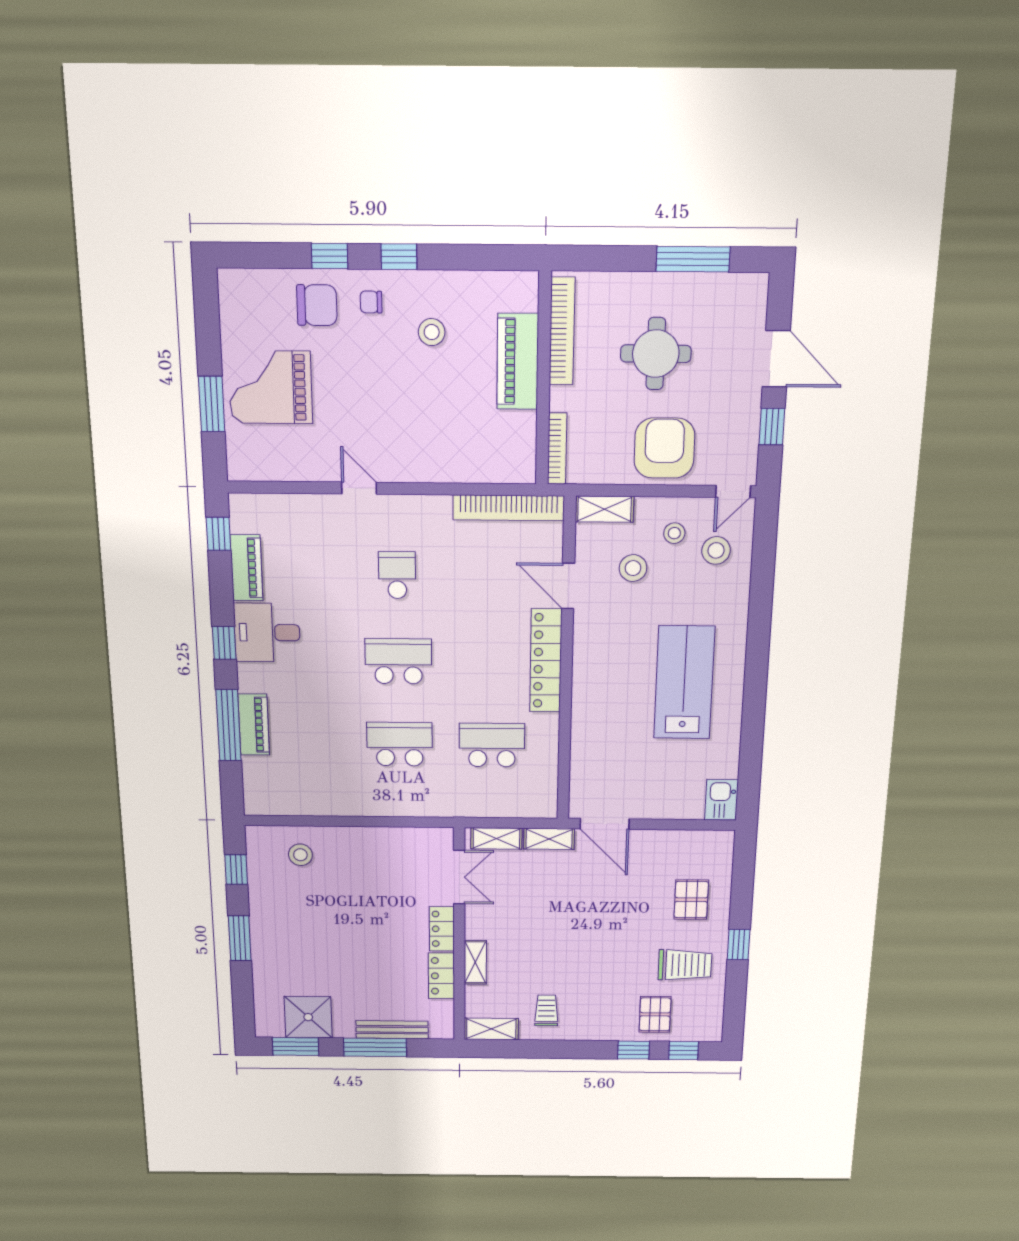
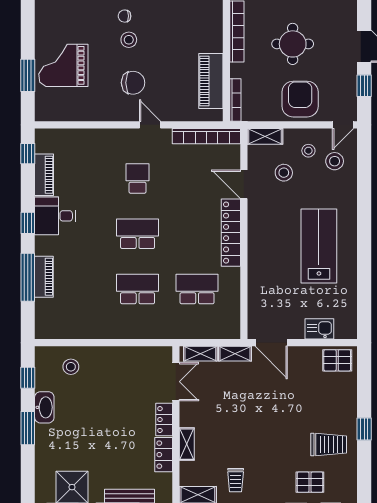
chair: (317, 305) -> (133, 83), moved
stool: (432, 332) -> (129, 40), moved
piano: (518, 362) -> (211, 81), moved
door: (359, 488) -> (150, 125), moved
kitchen sink: (721, 800) -> (319, 329), moved, turned 90
pallet: (691, 900) -> (337, 360), moved, turned 90
washbasin: (263, 911) -> (44, 407), added
trolley: (546, 1010) -> (236, 480), turned 180
pallet: (655, 1014) -> (310, 482), turned 90

